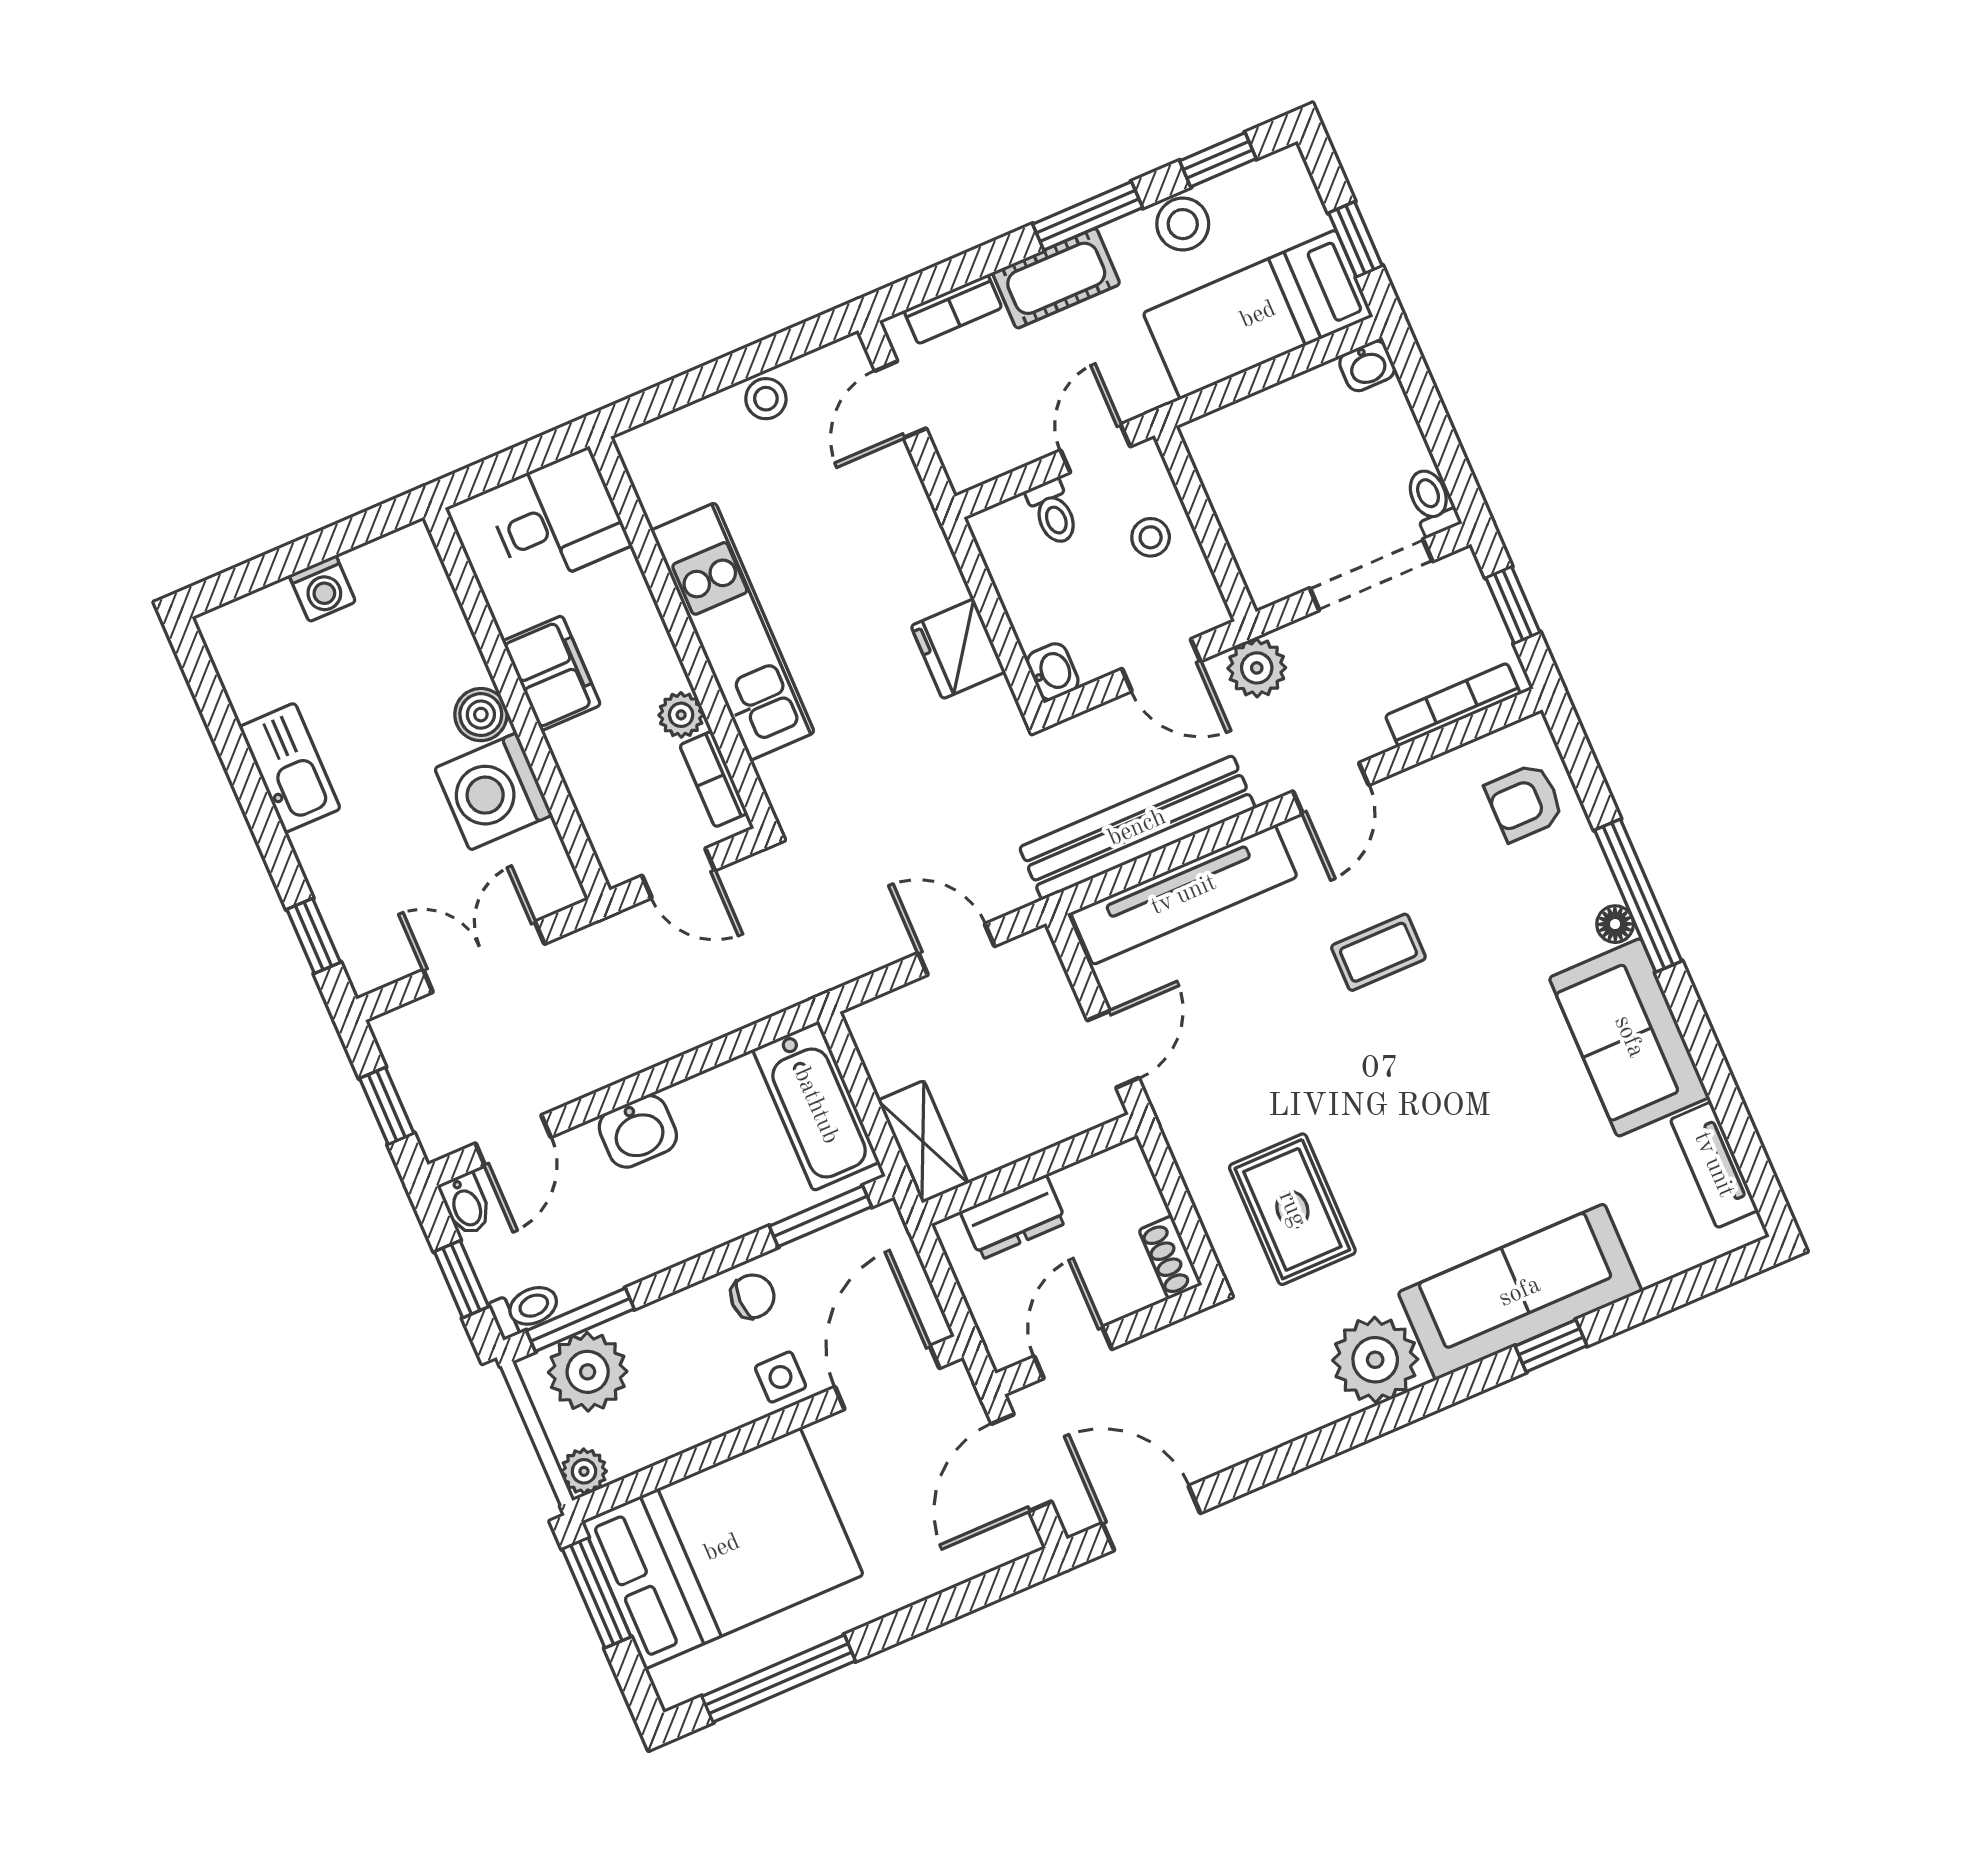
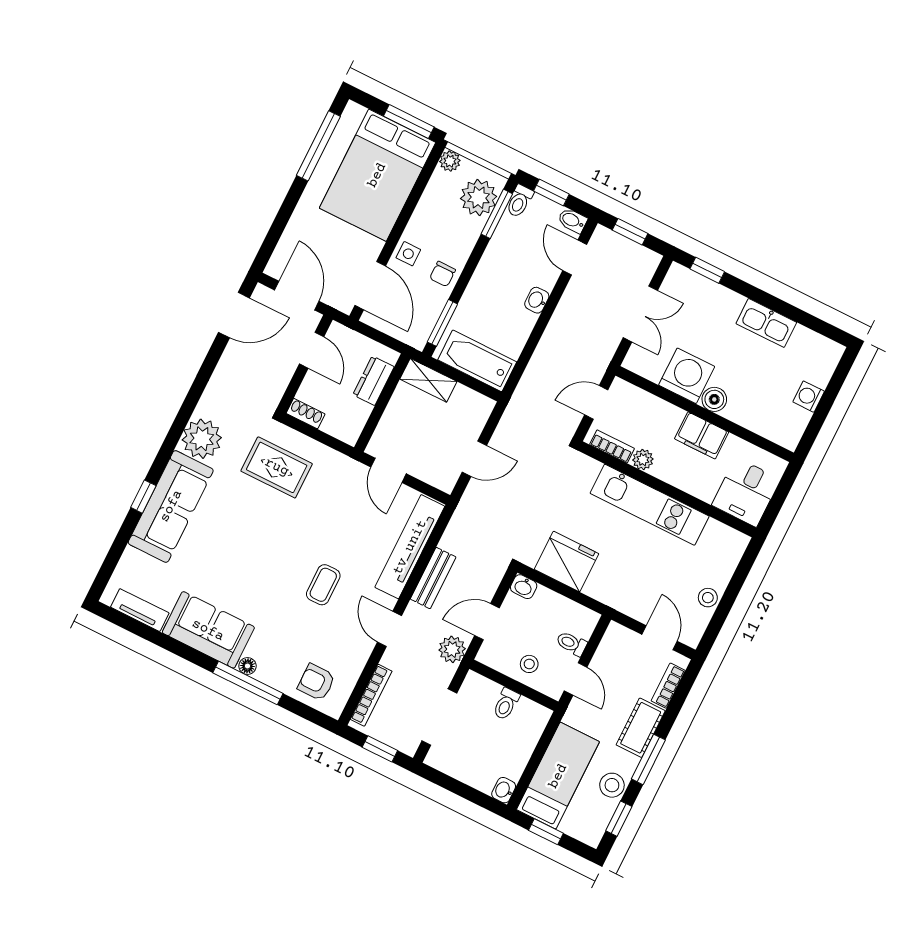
toilet: (1432, 501) -> (506, 704), moved, turned 90
fridge: (958, 649) -> (567, 561), width x1.36, depth x1.34
armchair: (1525, 802) -> (316, 682), turned -90
bench: (1137, 828) -> (433, 578), width x0.54, depth x0.82
washbasin: (638, 1131) -> (537, 300), width x0.72, depth x0.69

